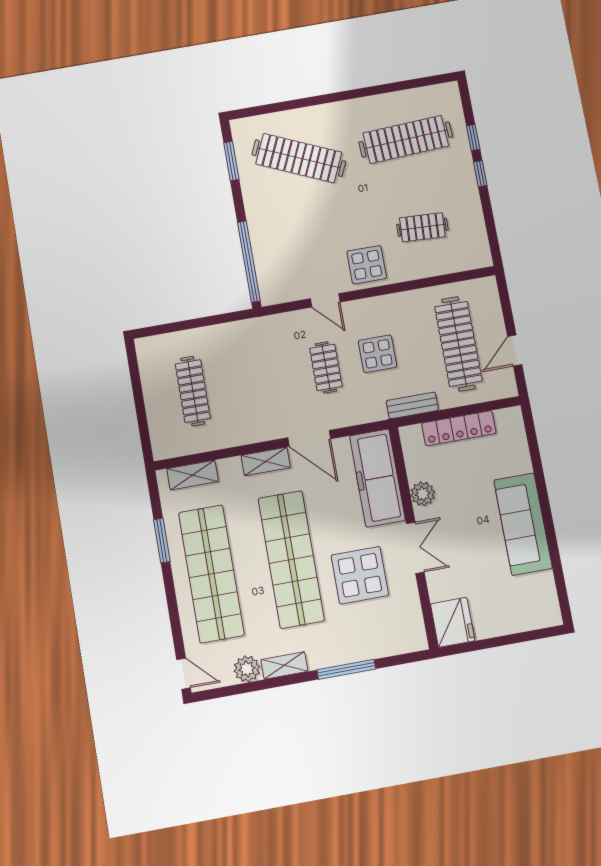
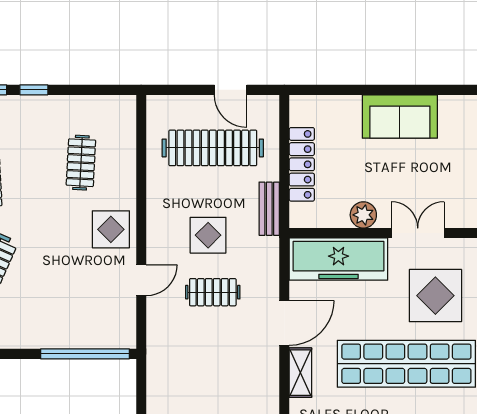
sofa: (523, 524) -> (400, 117), width x0.73

